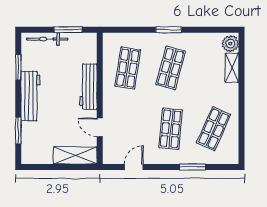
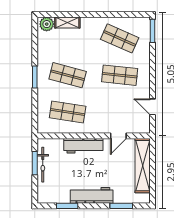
bicycle: (47, 39) -> (43, 165), moved
shelving: (75, 156) -> (143, 166), width x1.47
window: (193, 167) -> (152, 31), moved

